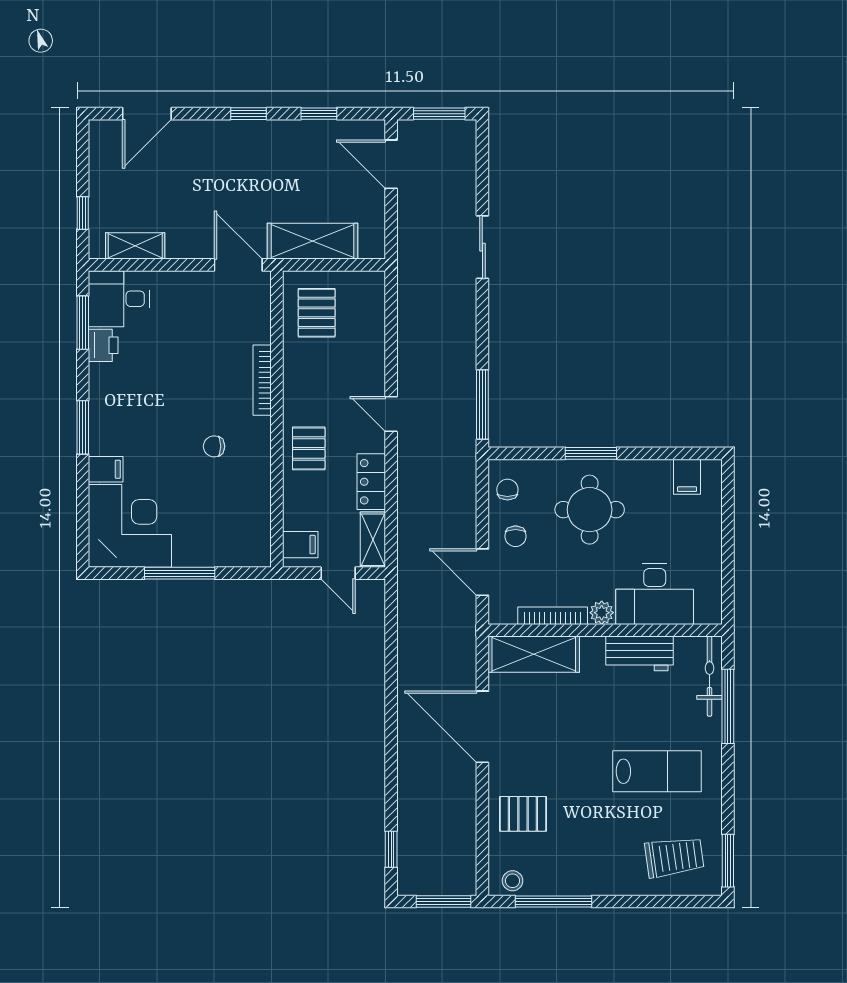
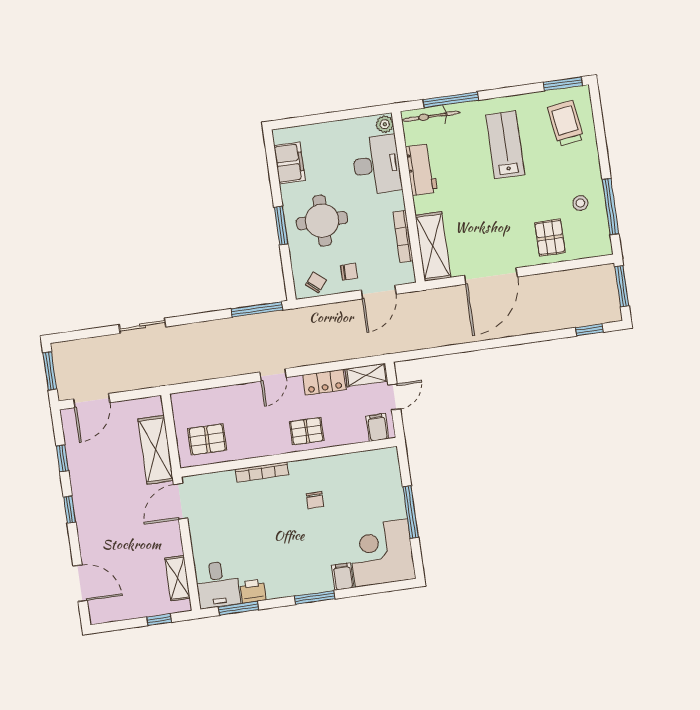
filing cabinet: (687, 477) -> (289, 163), width x2.00
chair: (507, 490) -> (316, 282), turned 130
plant: (602, 613) -> (385, 124), moved
stool: (512, 881) -> (580, 203), moved

